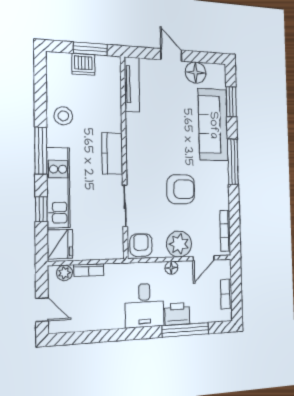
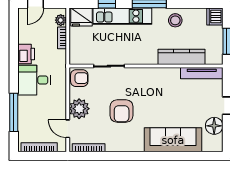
dishwasher: (83, 64) -> (215, 16), moved
window: (231, 102) -> (192, 156), removed
kitchen counter: (112, 154) -> (181, 57), moved, width x1.50
window: (233, 162) -> (144, 156), removed
floor lamp: (171, 268) -> (61, 102), removed
bookcase: (226, 294) -> (39, 147), width x1.56
printer: (177, 314) -> (26, 54), moved

